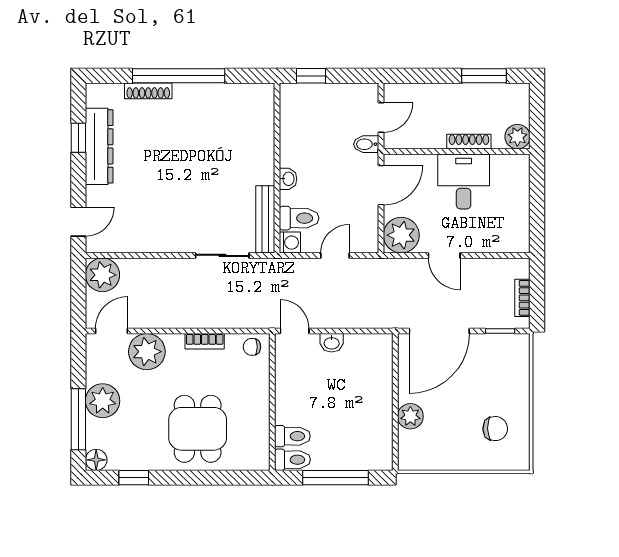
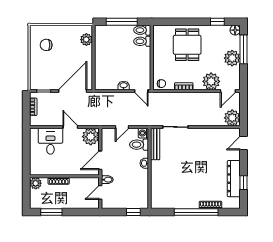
desk: (464, 181) -> (50, 141), moved, turned 180
plant: (410, 416) -> (86, 40), moved

